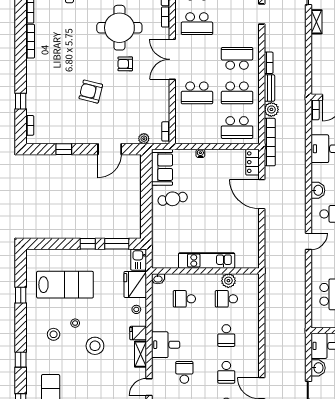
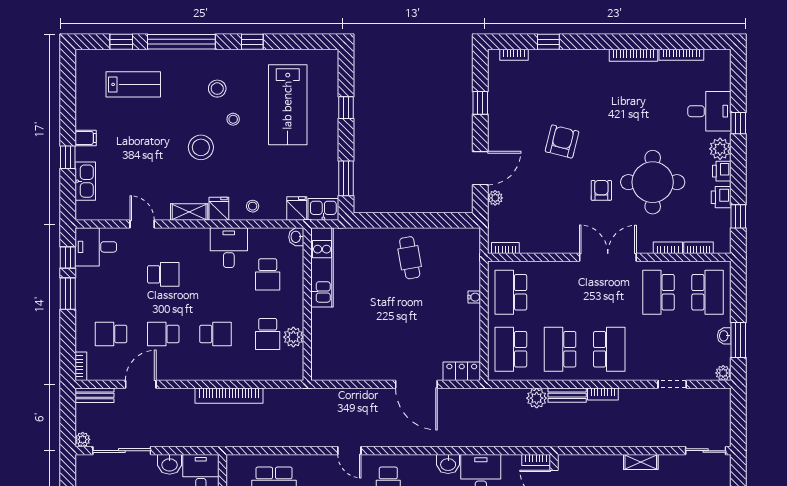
shelving: (316, 22) -> (641, 462), moved
school desk: (197, 93) -> (511, 292), moved
plant: (144, 139) -> (495, 198), moved
bookcase: (270, 142) -> (229, 396), moved
door: (110, 149) -> (480, 168), swing flipped
sofa: (162, 167) -> (455, 243), removed
washbasin: (318, 190) -> (448, 464), moved
door: (262, 194) -> (416, 384), swing flipped
window: (88, 244) -> (346, 108), moved
kitchen unit: (207, 260) -> (322, 267), moved
fridge: (135, 284) -> (297, 209), width x0.53, depth x0.75
window: (21, 295) -> (252, 42), moved
school desk: (184, 299) -> (268, 274), turned 180
school desk: (226, 299) -> (268, 334), turned 180
school desk: (226, 336) -> (215, 334), turned 180
desk: (166, 345) -> (229, 248), moved
window: (21, 360) -> (181, 42), width x3.17

